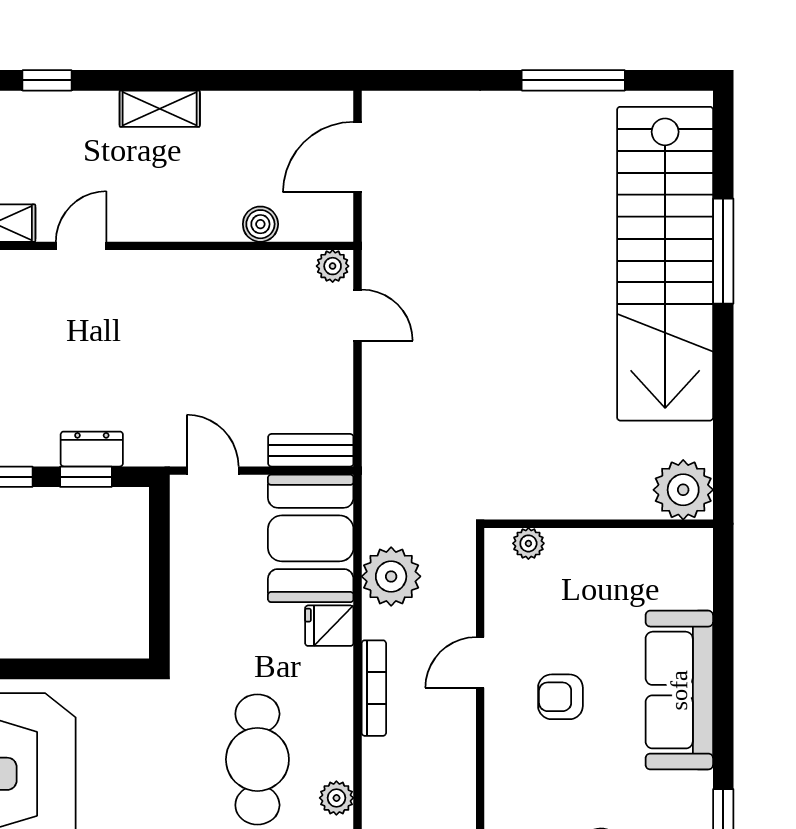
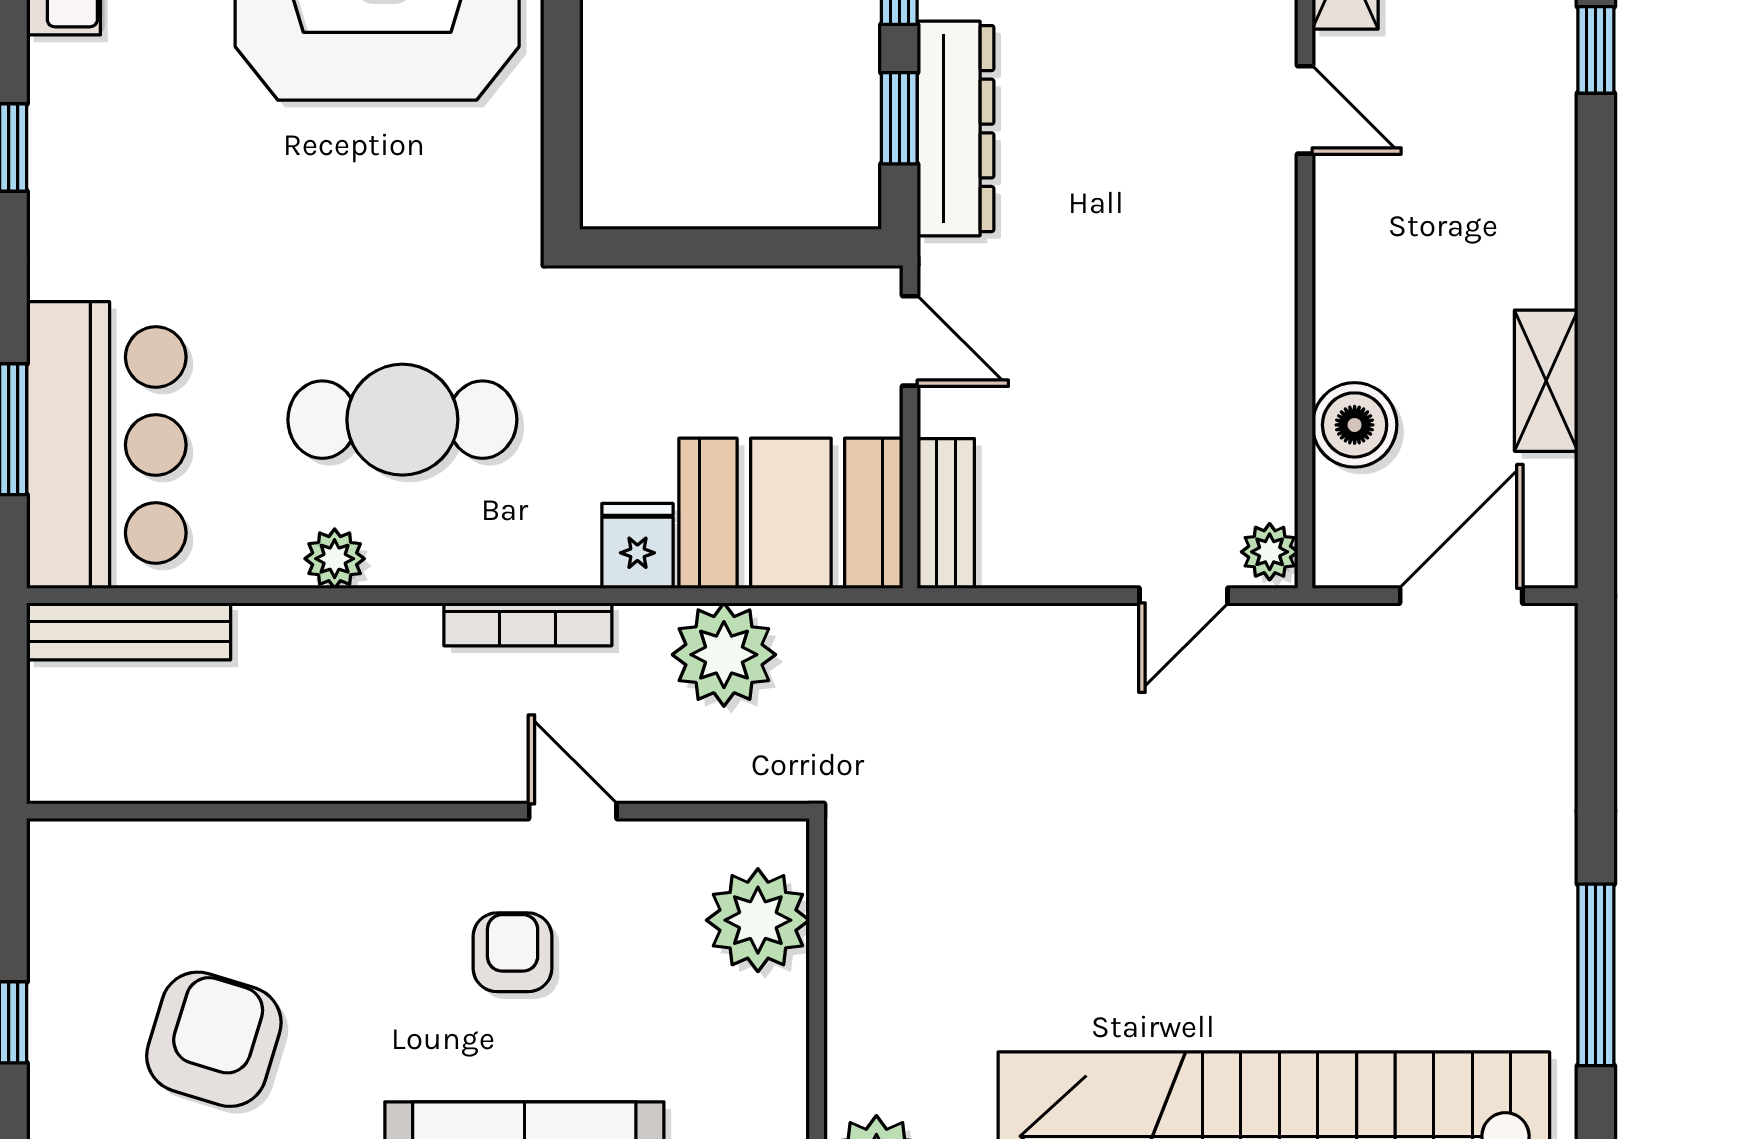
shelving: (160, 109) -> (1546, 381), moved
door: (358, 157) -> (1461, 596), hinge flipped
boiler: (260, 224) -> (1355, 425), width x1.36, depth x1.36
dresser: (92, 449) -> (956, 129), width x1.96, depth x1.24
door: (213, 471) -> (910, 341), hinge flipped
plant: (528, 543) -> (758, 920), width x1.87, depth x1.87

